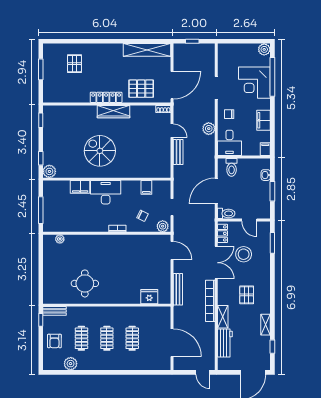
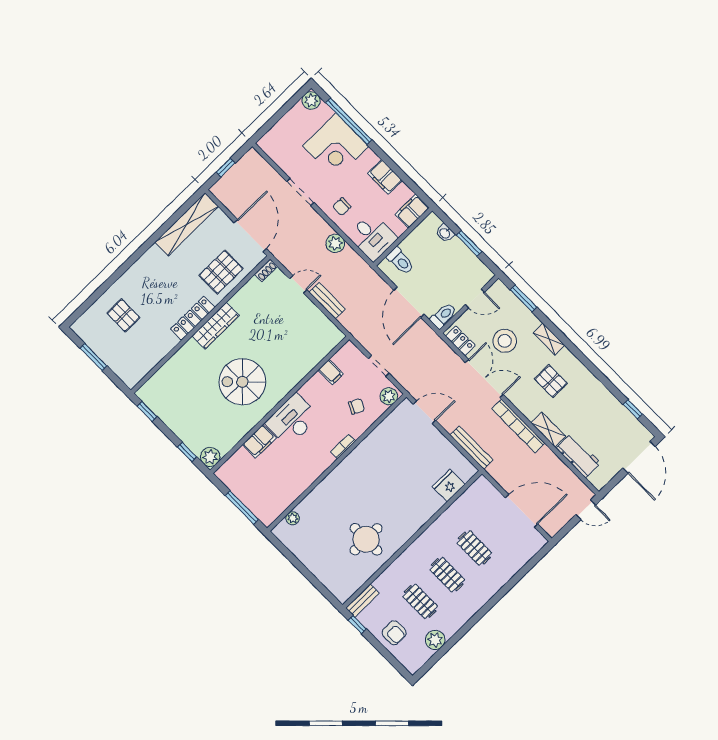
filing cabinet: (265, 149) -> (412, 211), width x2.00
shelving: (265, 325) -> (549, 339), moved

